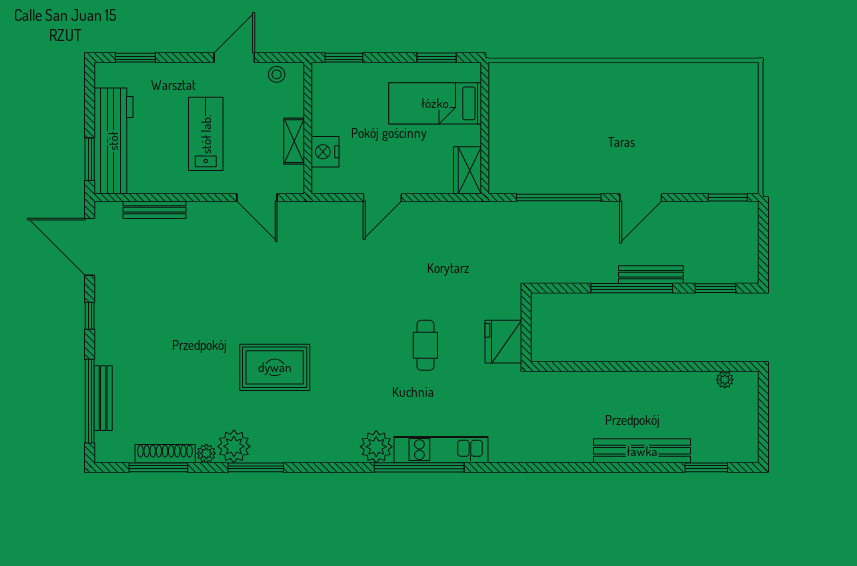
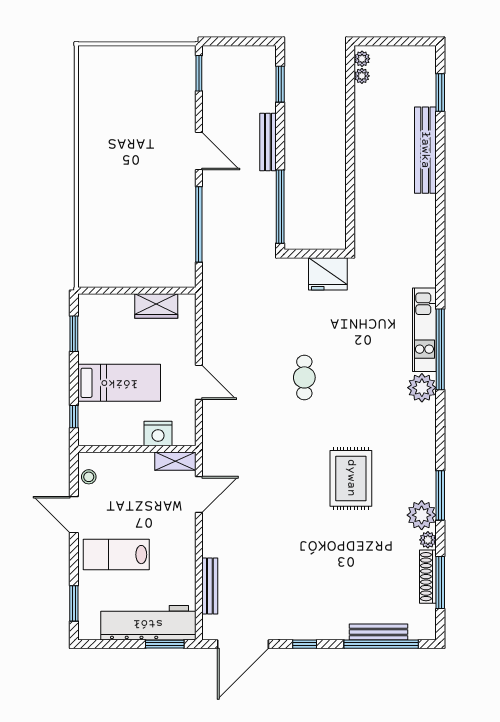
window: (344, 58) -> (74, 417), width x0.67
bed: (435, 103) -> (119, 383), moved, turned -90
lab bench: (206, 134) -> (116, 555), moved
shelving: (294, 141) -> (175, 461), moved
wardrobe: (468, 170) -> (156, 306), moved
window: (632, 288) -> (280, 207), moved
cafe table: (425, 345) -> (304, 377), moved, turned 90
plant: (744, 380) -> (362, 59), added

